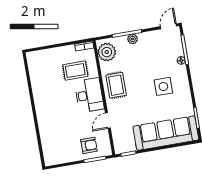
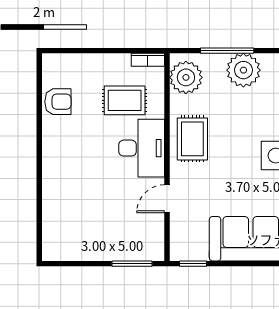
plant: (133, 39) -> (243, 70), width x1.88, depth x1.88
armchair: (89, 145) -> (58, 102), moved

